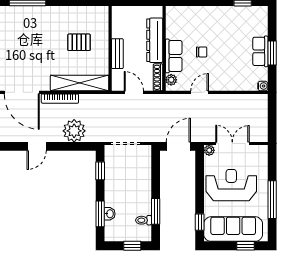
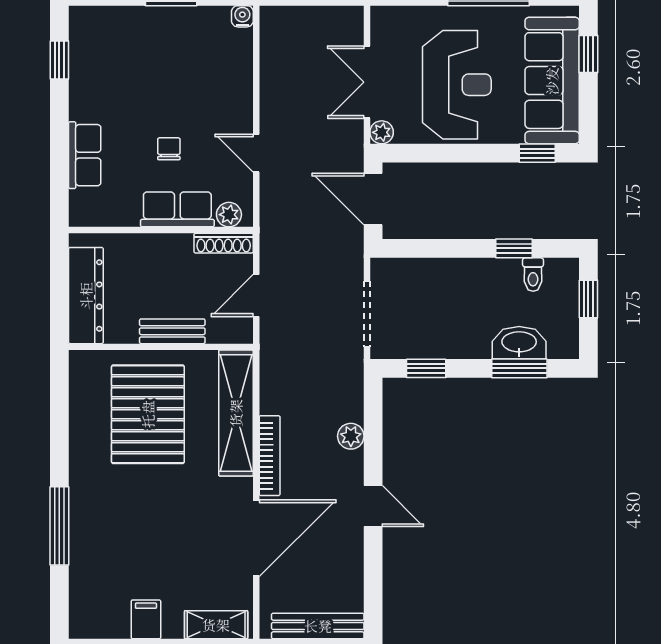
dresser: (155, 40) -> (86, 296), moved, turned -90
pallet: (79, 42) -> (148, 414), width x2.05, depth x2.00
row of seats: (260, 51) -> (85, 155), moved, turned -90
plant: (74, 131) -> (351, 436), width x0.53, depth x0.53
reception desk: (231, 185) -> (457, 85), turned 180
window: (156, 211) -> (514, 248), width x0.67
washbasin: (110, 214) -> (519, 343), width x1.91, depth x1.45

